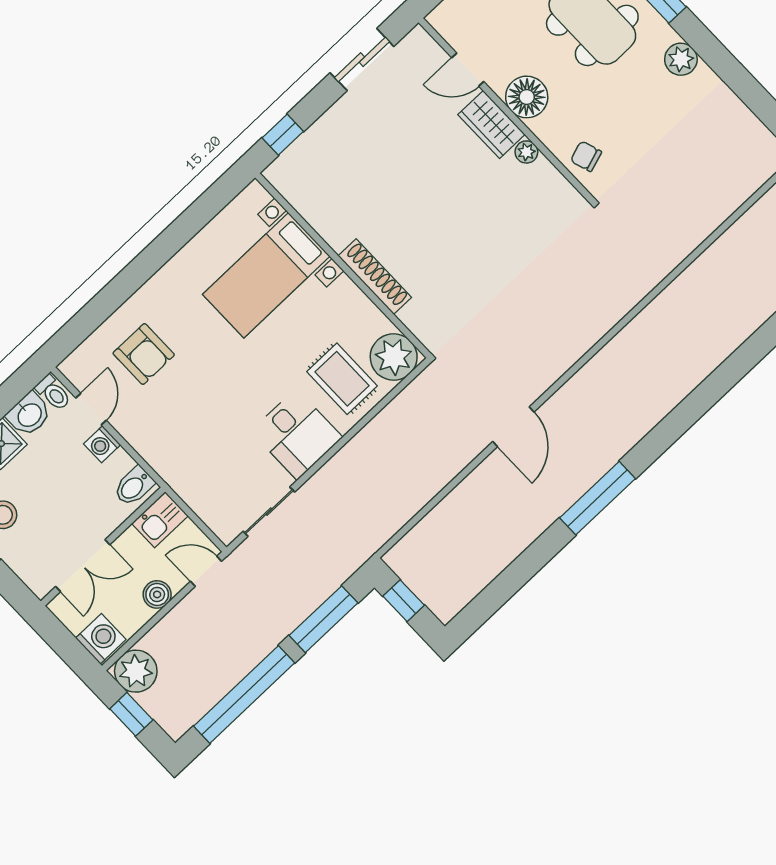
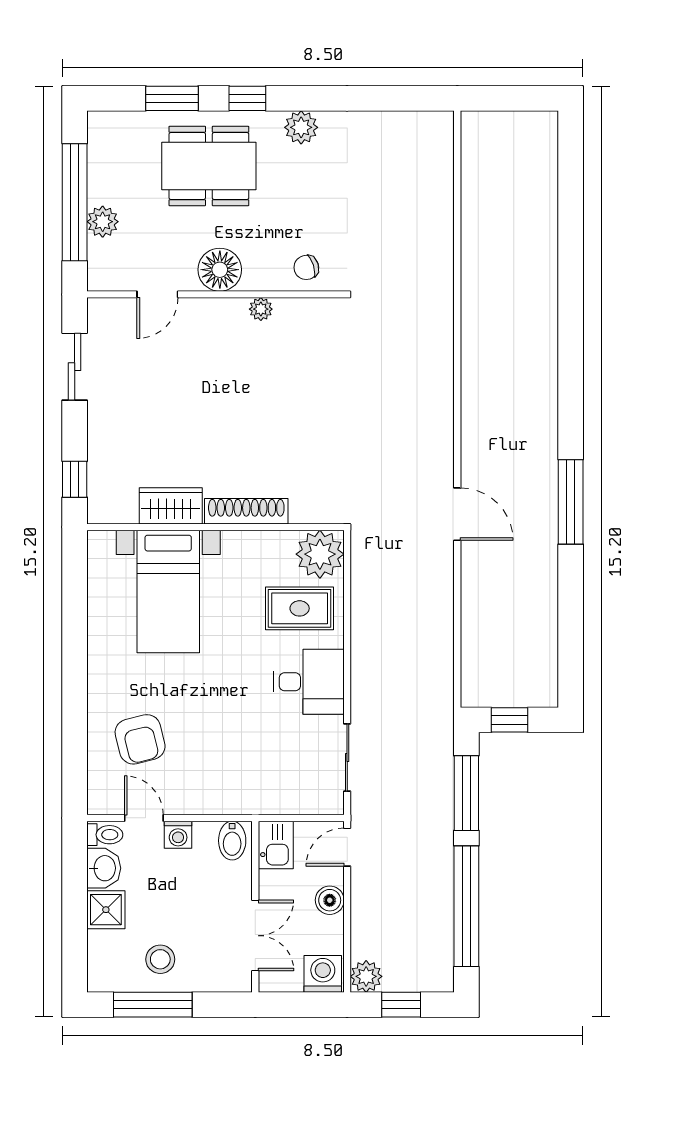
wardrobe: (491, 125) -> (171, 506), moved, turned 180
armchair: (144, 354) -> (140, 739), turned 76
plant: (136, 671) -> (366, 976), width x0.73, depth x0.73

